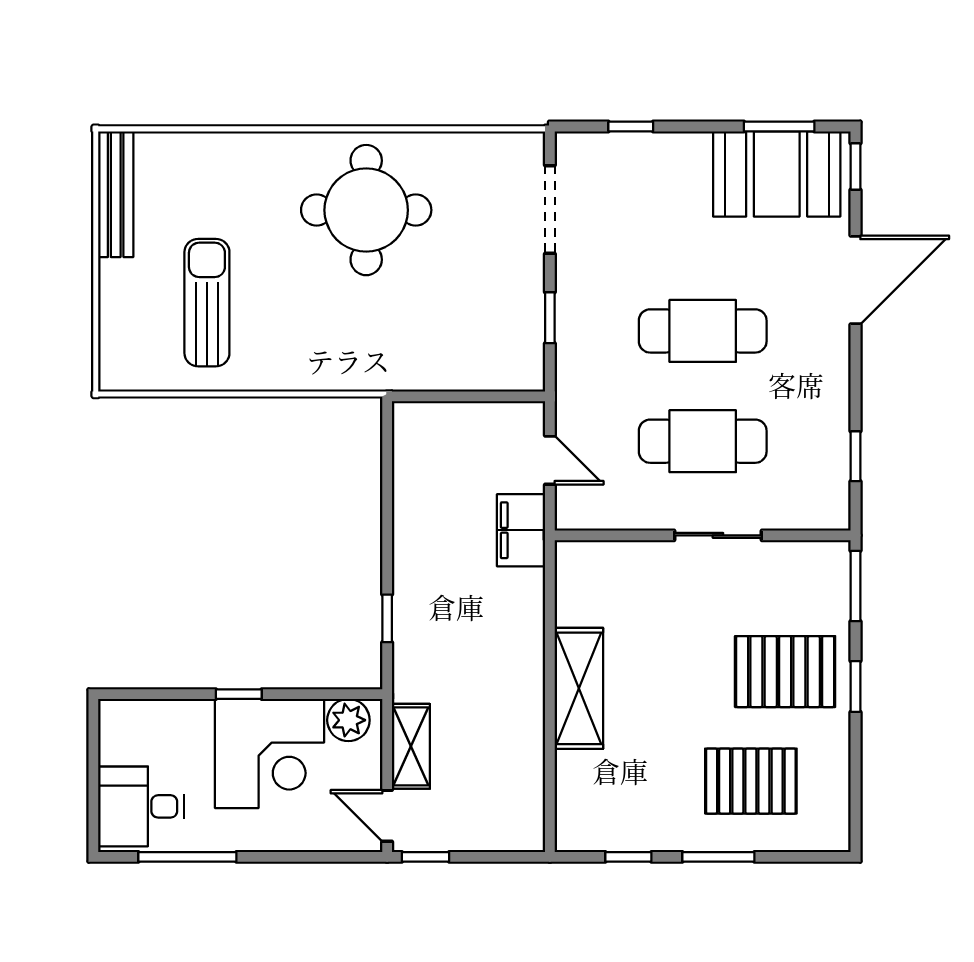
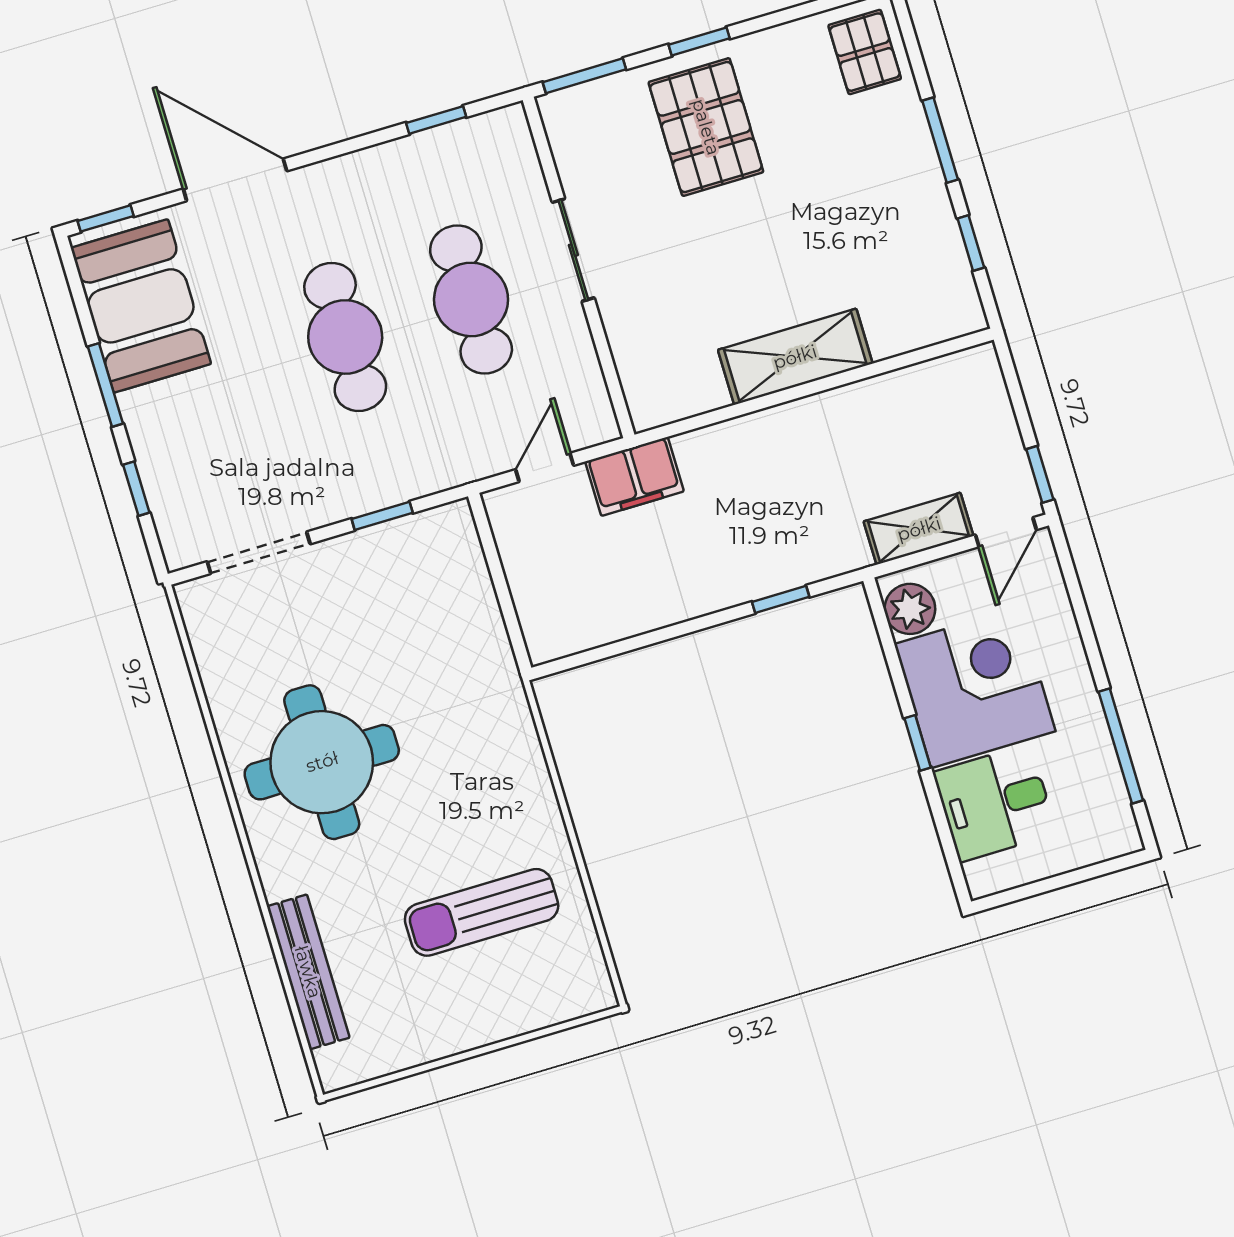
window: (779, 126) -> (105, 385), moved
bench: (116, 194) -> (308, 972), moved, turned 90
pallet: (751, 781) -> (865, 52), moved, width x0.67, depth x0.71
desk: (141, 806) -> (995, 803), moved, turned 90

